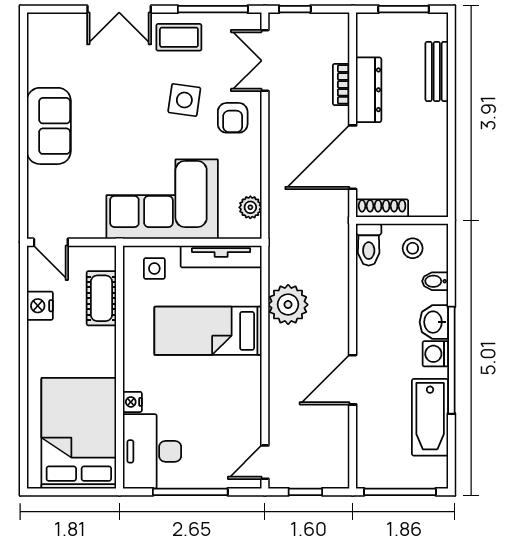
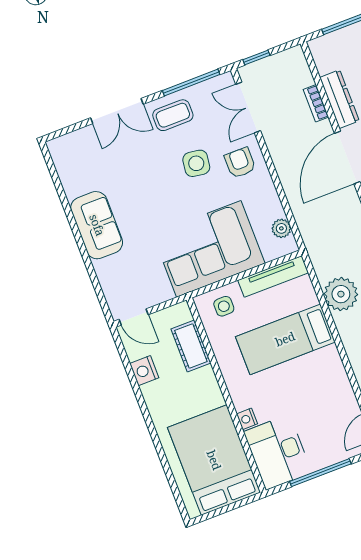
armchair: (233, 118) -> (240, 163), turned 180

